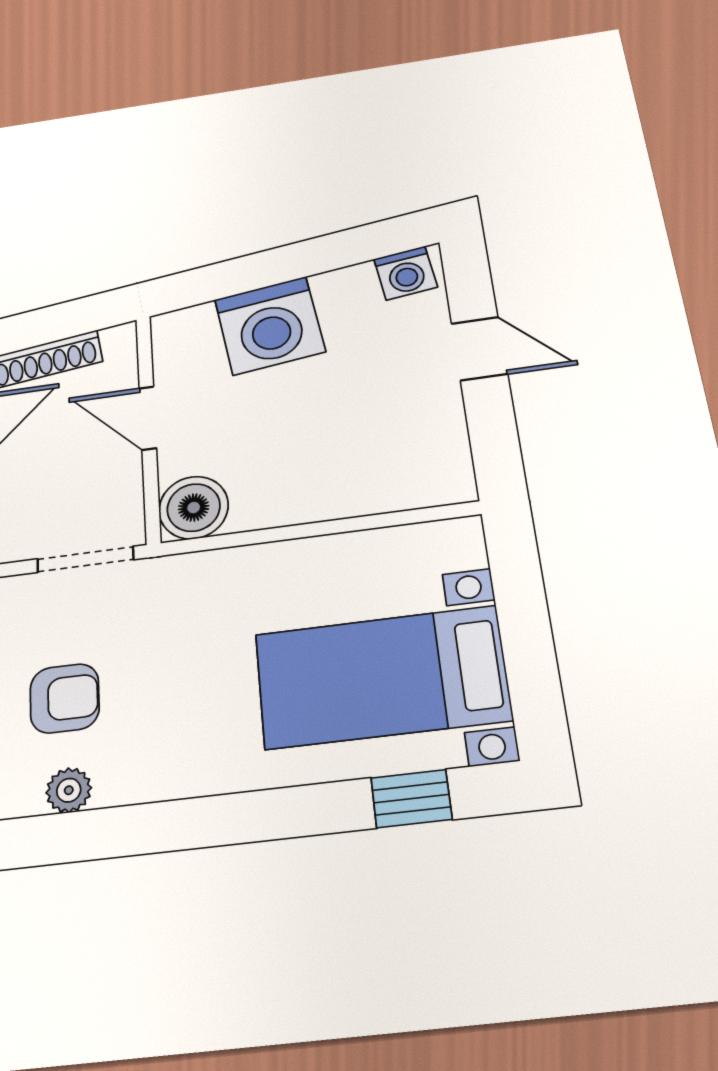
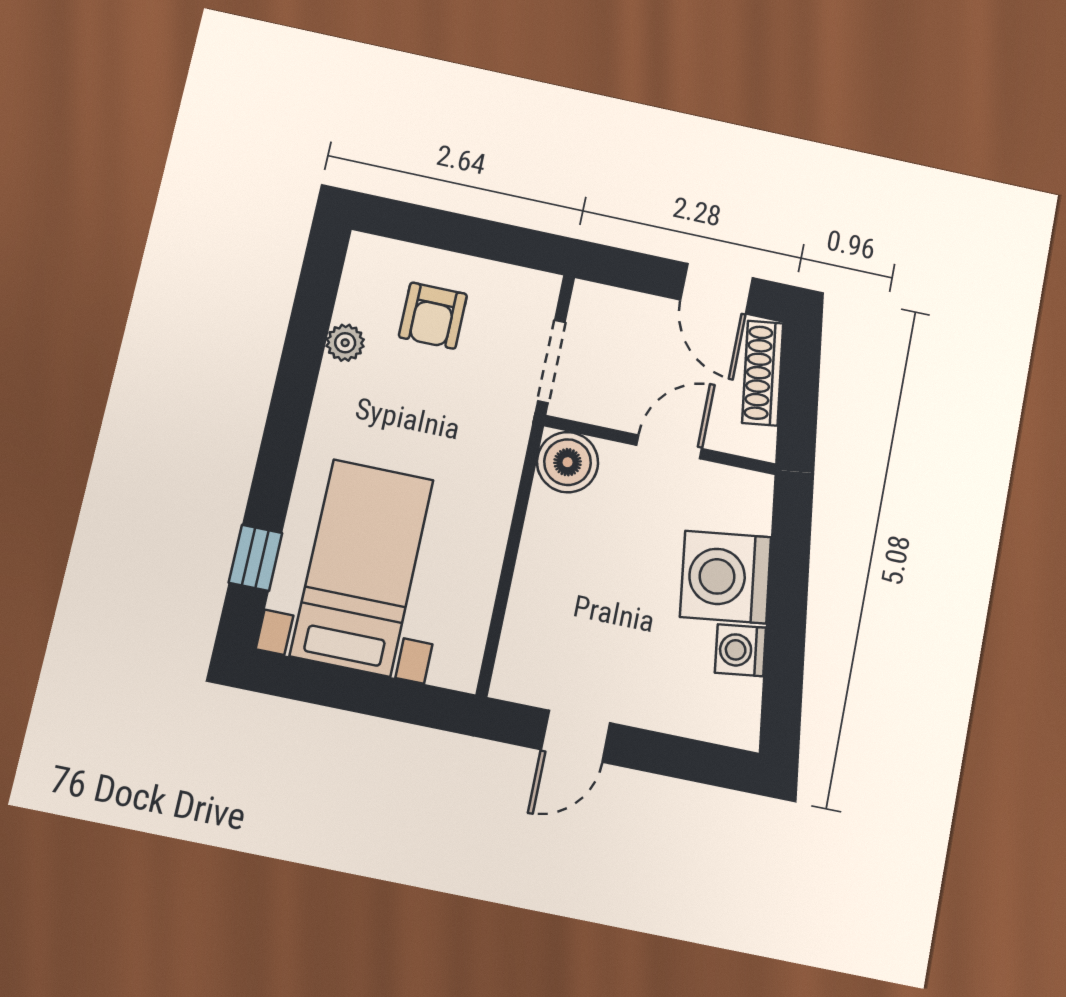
washing machine: (406, 273) -> (740, 650), moved
door: (479, 349) -> (576, 736), moved
plant: (69, 790) -> (345, 343), moved

